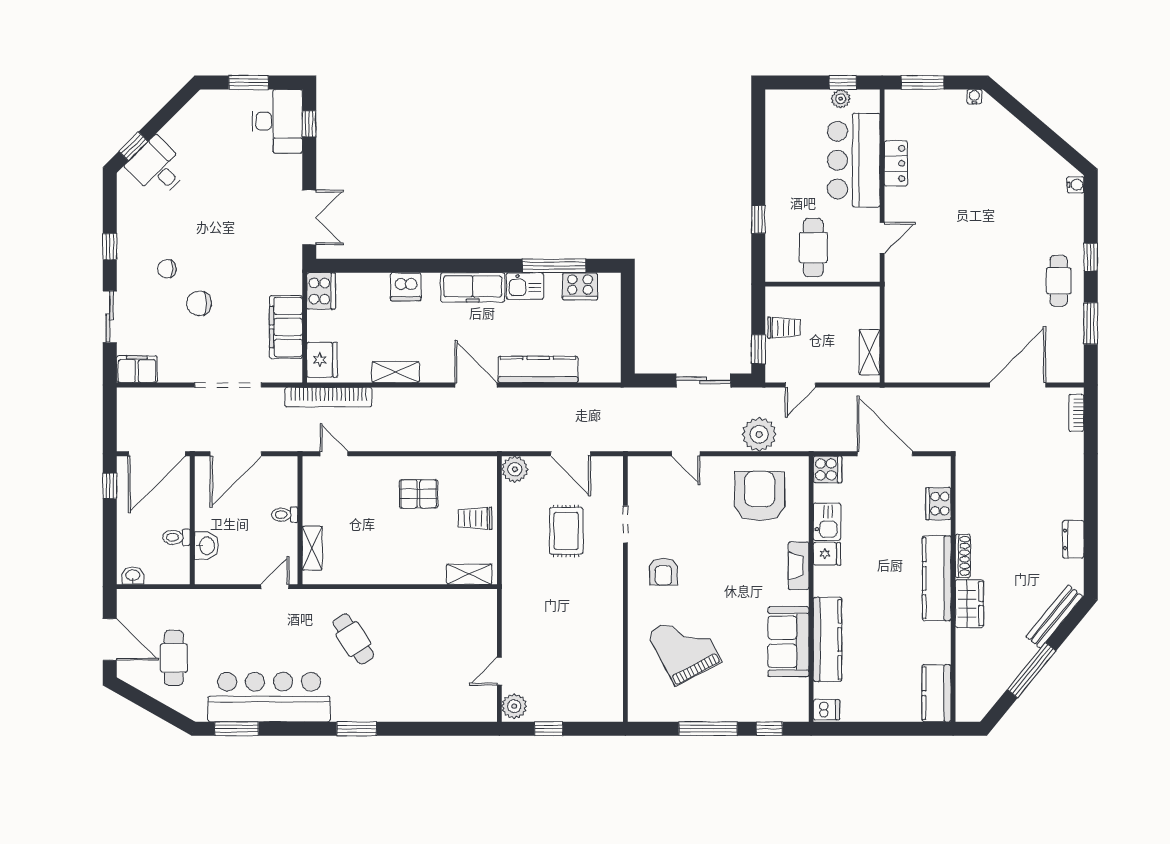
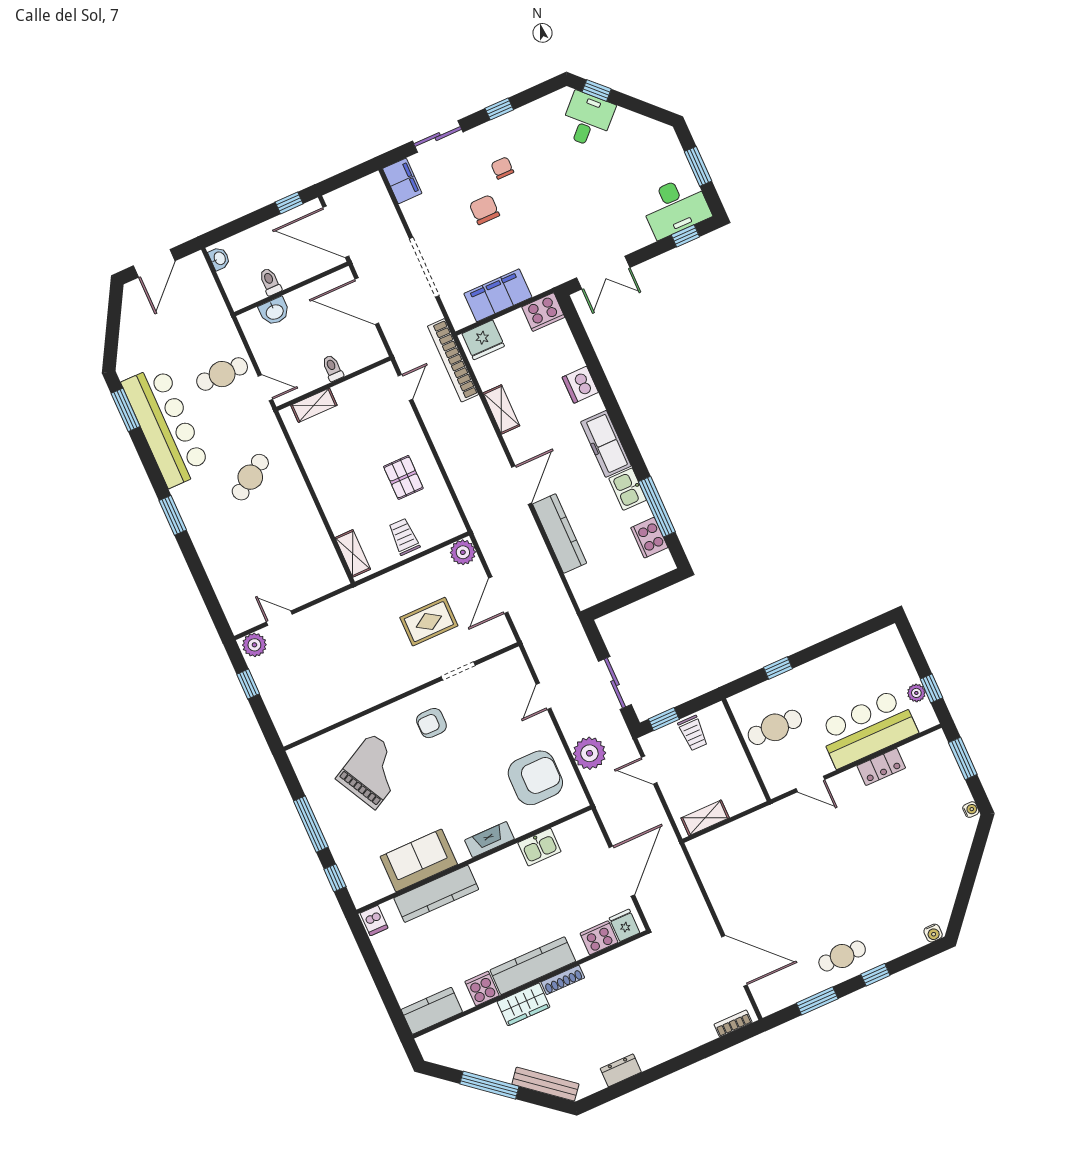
cooker: (828, 469) -> (482, 988), moved, turned 180
fridge: (827, 554) -> (624, 925), moved, turned 180
cafe table: (174, 658) -> (222, 374), moved

